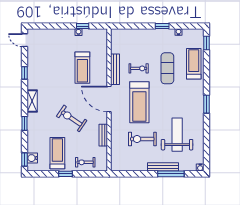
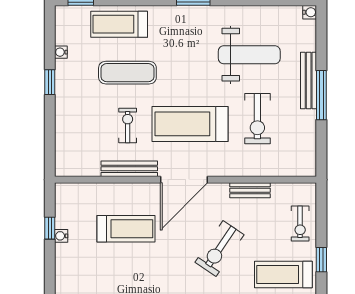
treadmill: (139, 102) -> (190, 124), turned 180
weight bench: (177, 135) -> (249, 55), turned 180
window: (171, 174) -> (321, 95), moved

